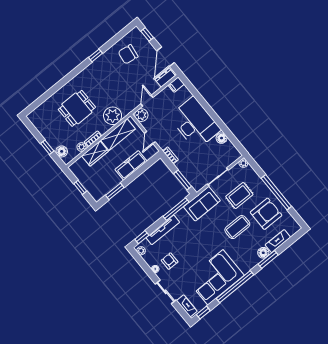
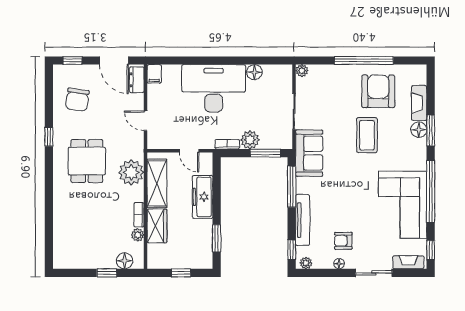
dining table: (77, 108) -> (87, 161), moved
plant: (141, 115) -> (250, 140), moved
rug: (239, 195) -> (334, 104), removed

